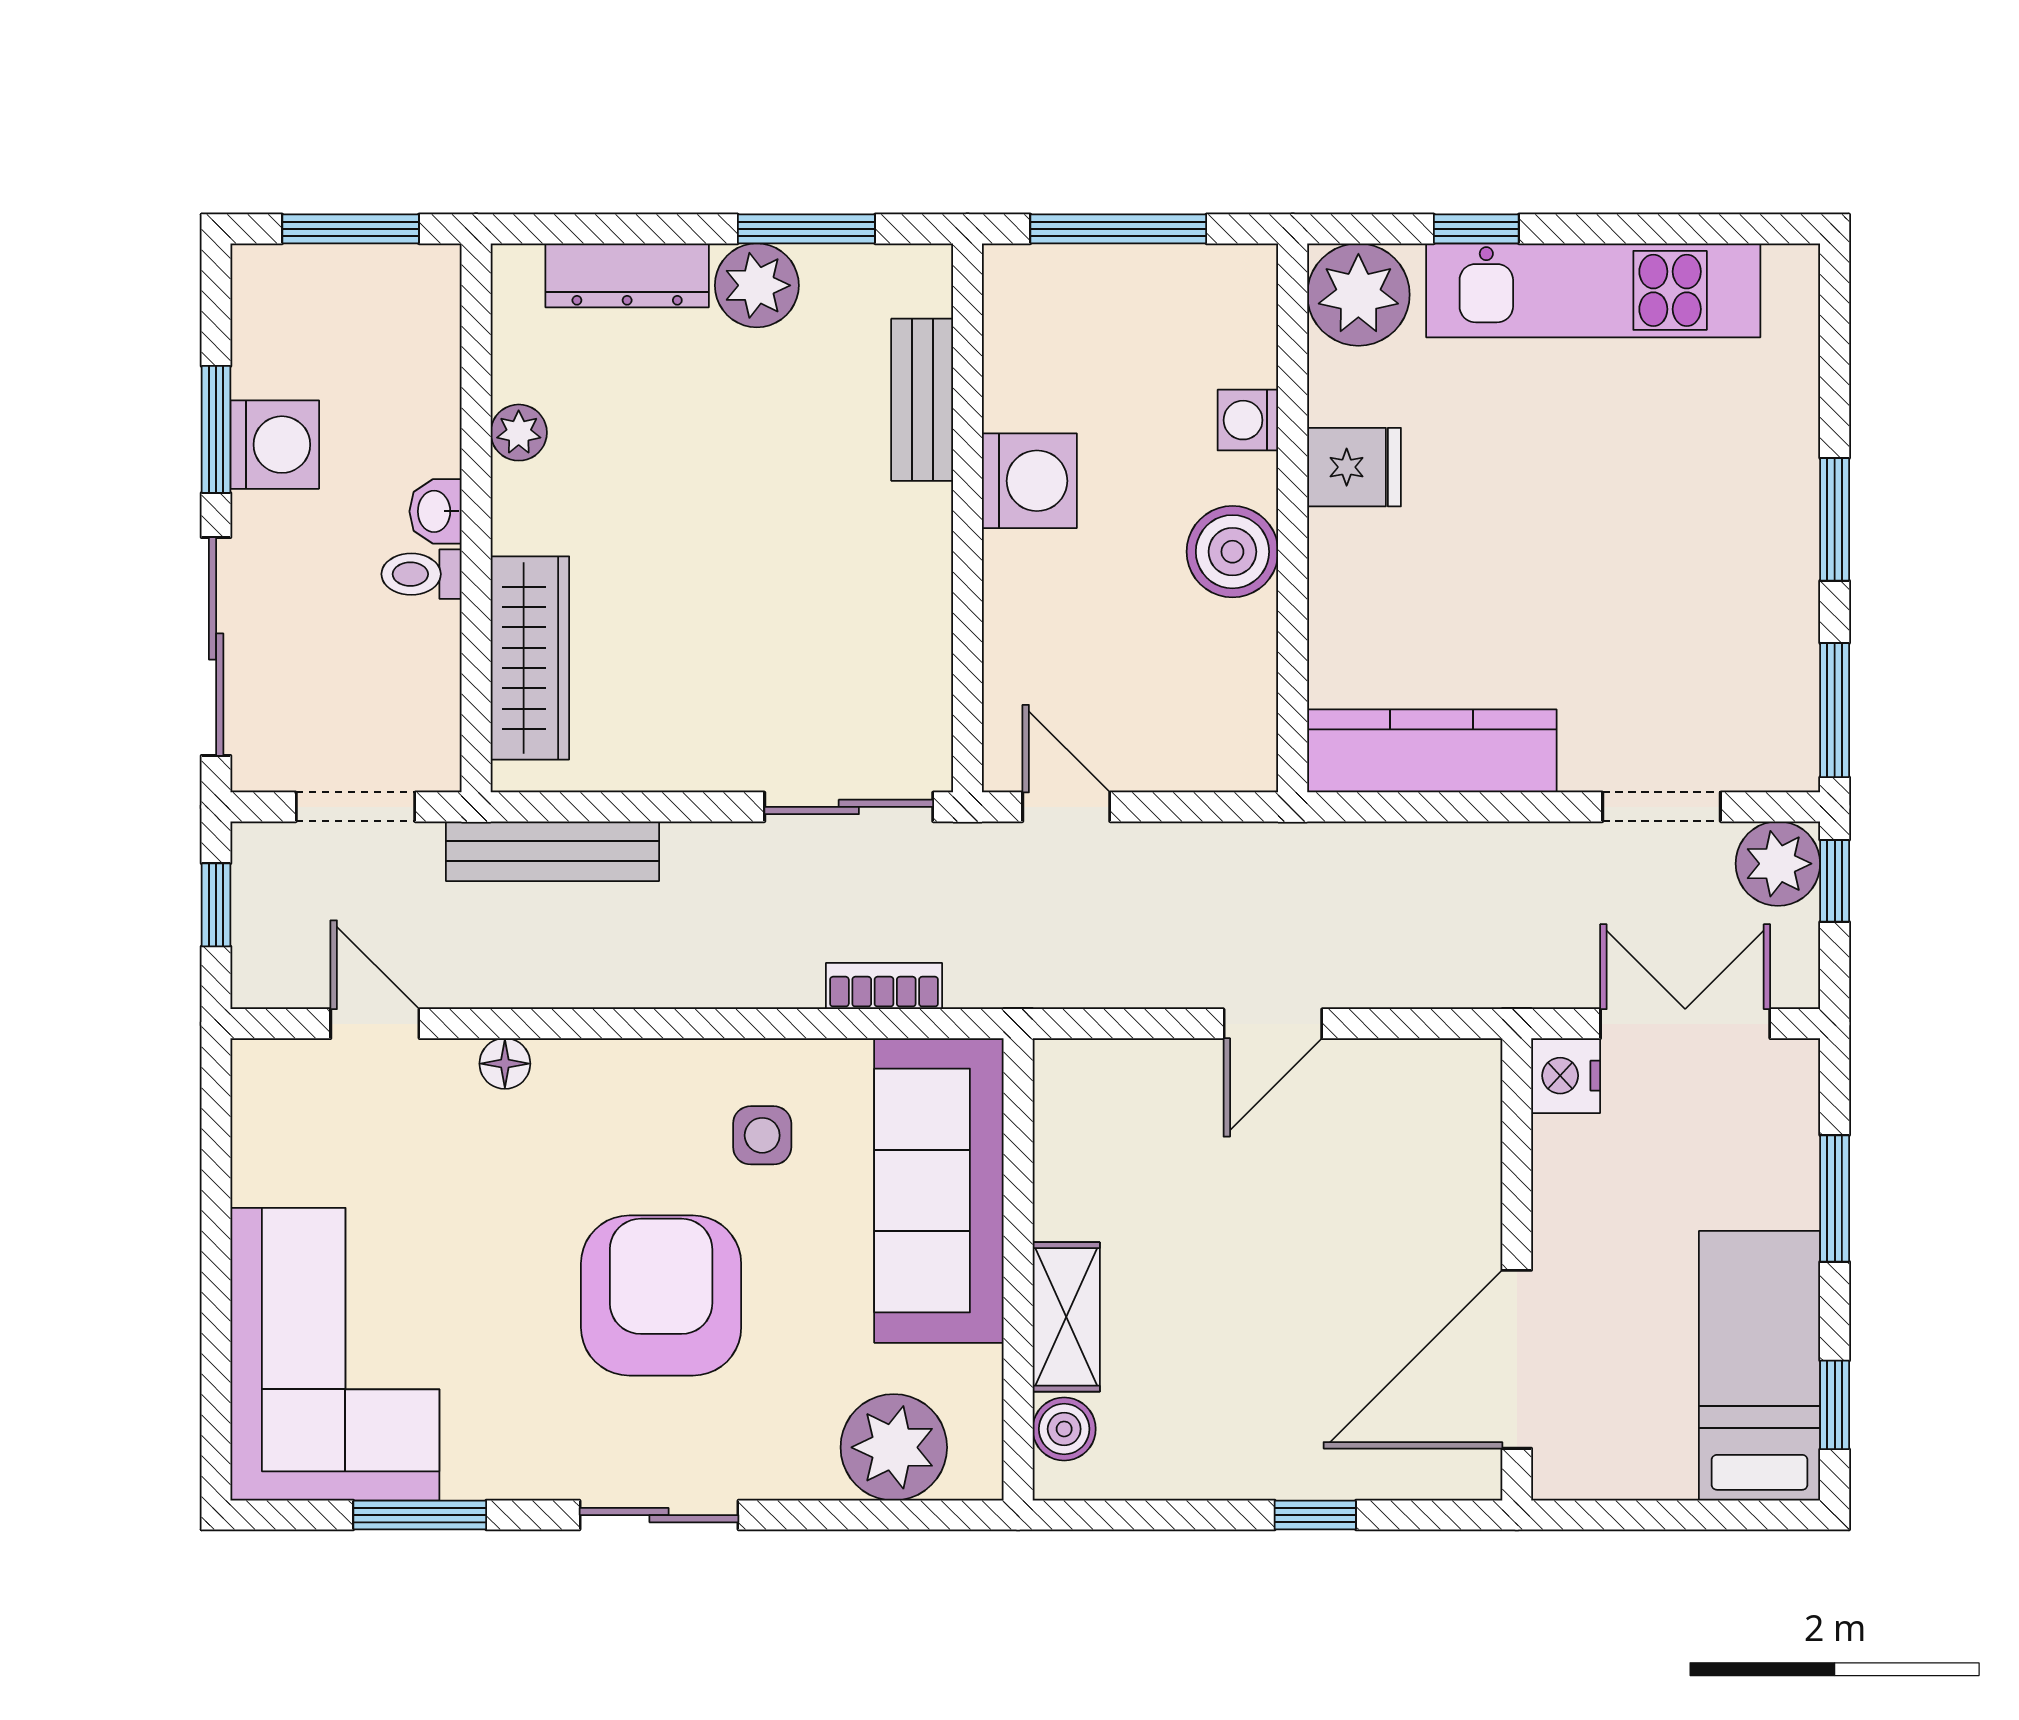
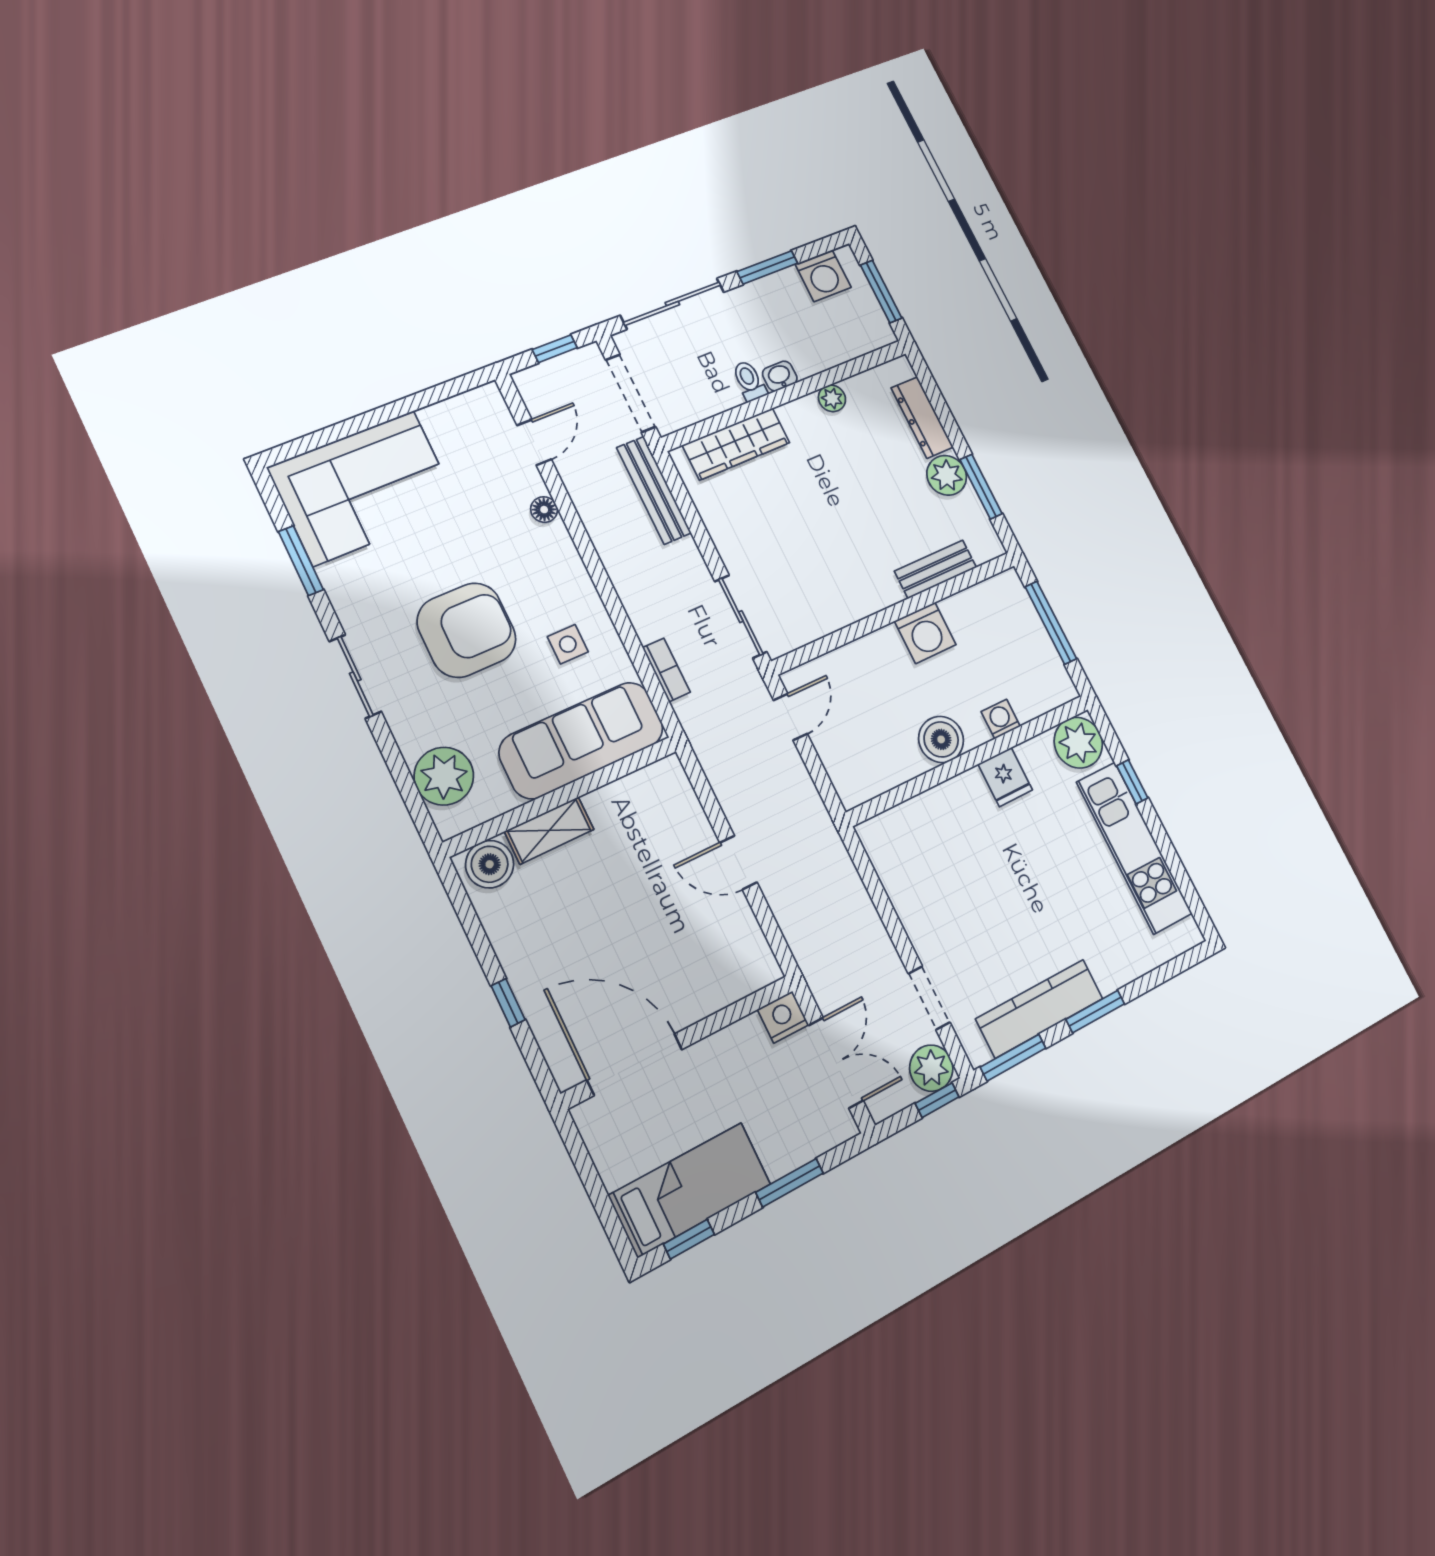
washing machine: (275, 445) -> (823, 276), moved
kitchen counter: (1432, 751) -> (1040, 1009), moved, turned -90
doorway: (355, 807) -> (631, 393), width x1.38
boiler: (1064, 1429) -> (490, 864), width x1.36, depth x1.36

